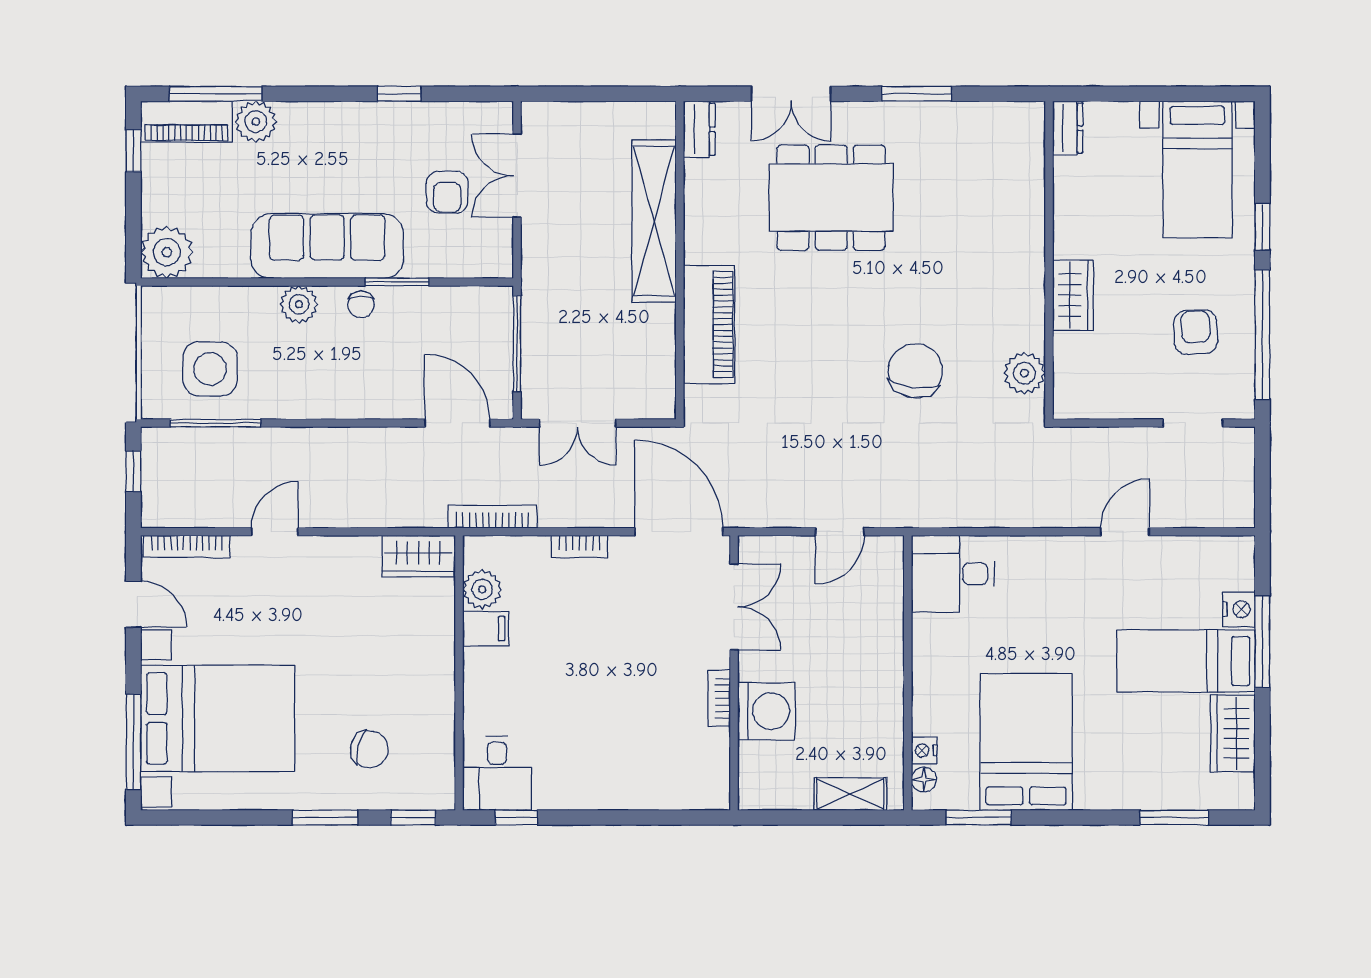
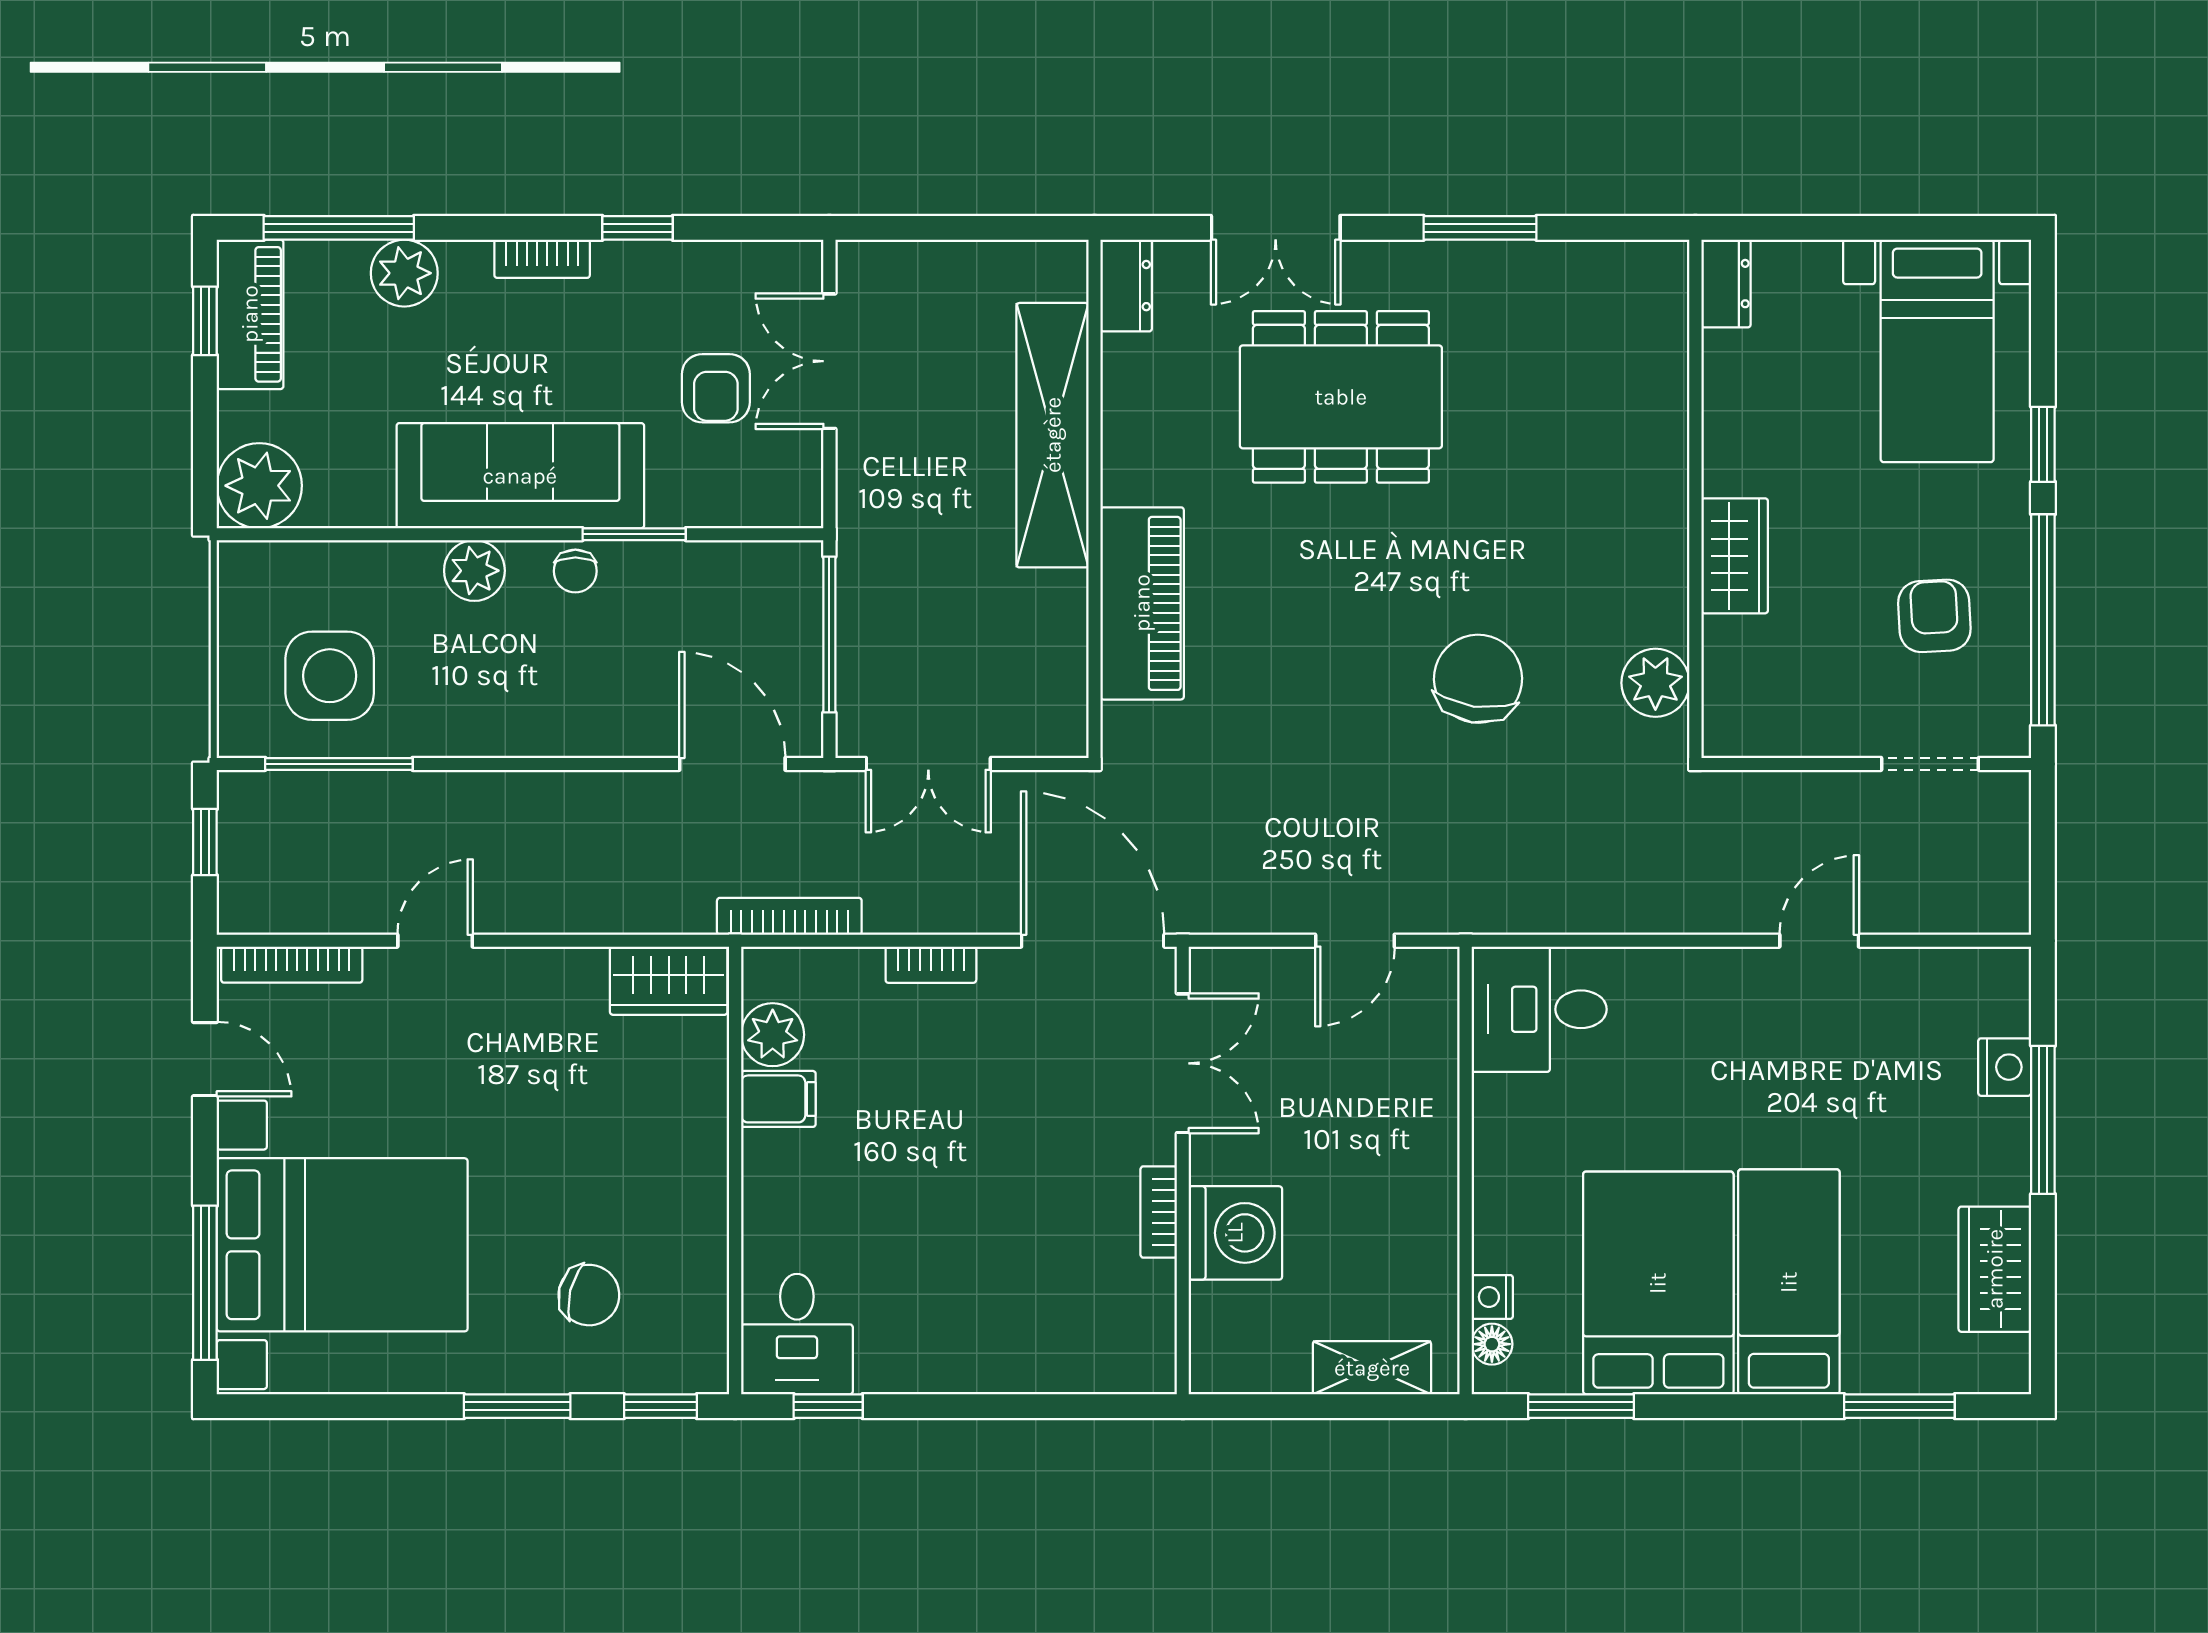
bookcase: (341, 113) -> (542, 259), added
piano: (187, 122) -> (250, 314), moved, turned -90
bed: (1186, 661) -> (1789, 1282), moved, turned 90

